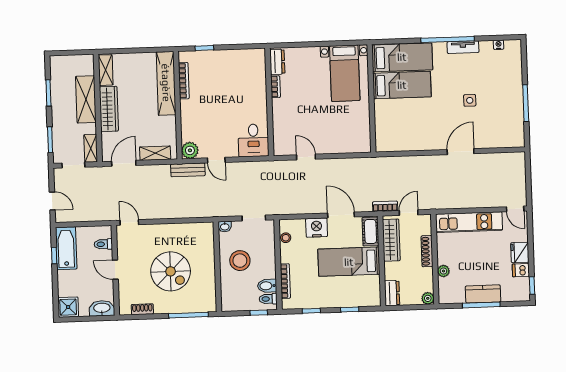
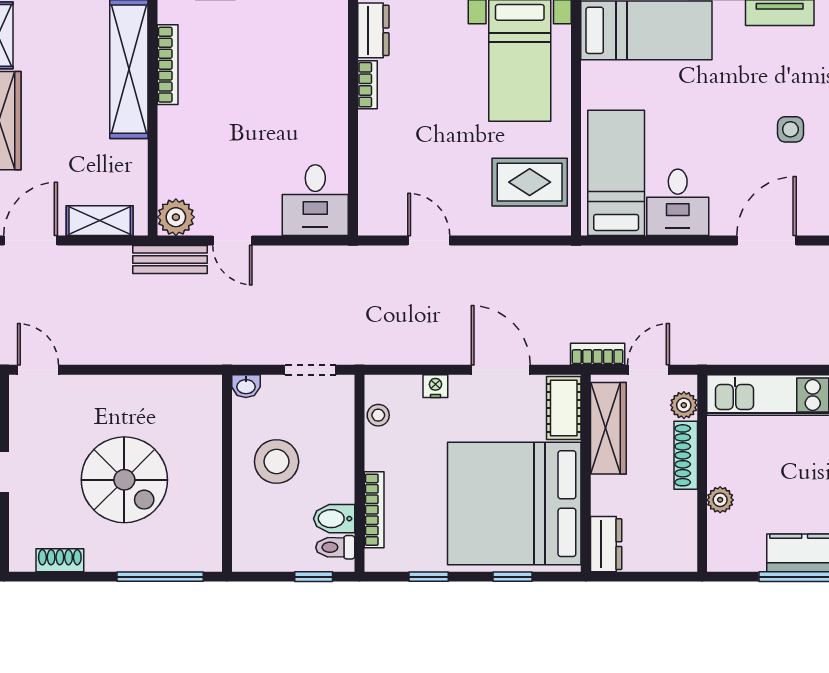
bed: (402, 85) -> (616, 173), moved, turned -90
rug: (351, 129) -> (530, 182), added
desk: (419, 136) -> (678, 202), added
nightstand: (317, 228) -> (435, 386), width x0.53, depth x0.56
bed: (349, 262) -> (514, 504), width x2.04
plant: (428, 298) -> (684, 405), moved

